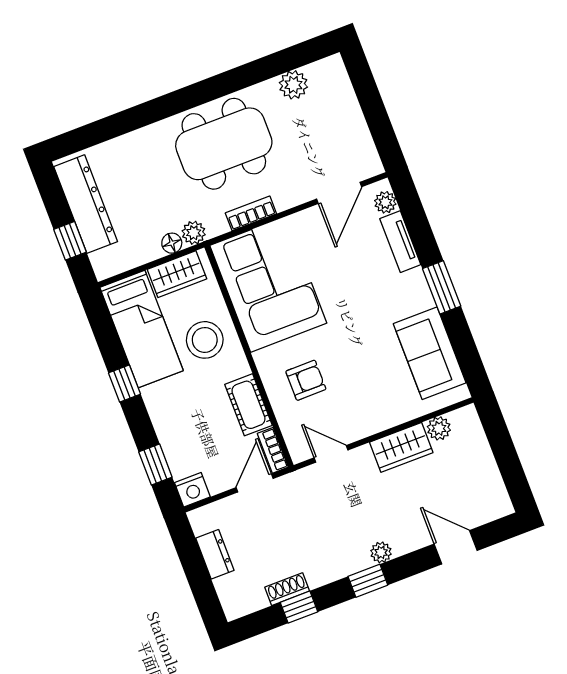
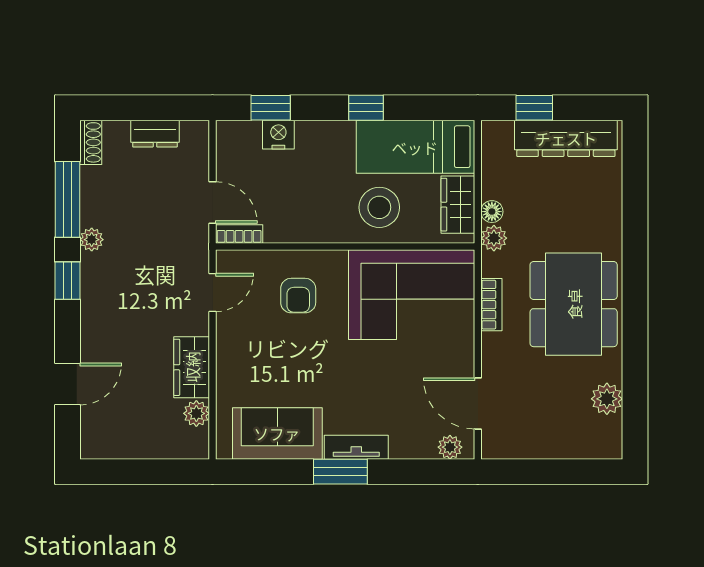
tv unit: (400, 242) -> (356, 447), moved
cot: (248, 405) -> (295, 227), removed
nightstand: (192, 490) -> (278, 135), moved, turned 90
plant: (381, 552) -> (92, 240), moved
shoe rack: (287, 589) -> (91, 142), moved
window: (299, 607) -> (68, 199), width x2.17

